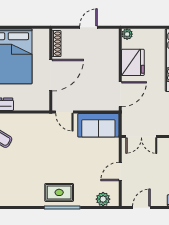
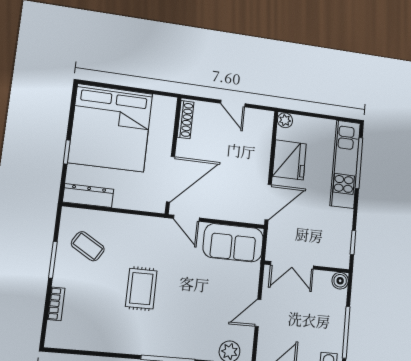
door: (89, 27) -> (233, 104), swing flipped
door: (51, 75) -> (170, 179), moved
rug: (59, 192) -> (141, 289), moved, turned 90

